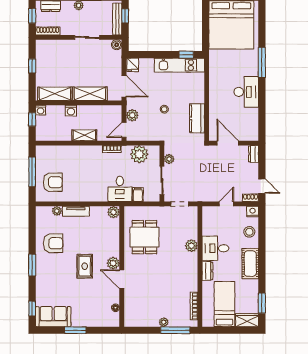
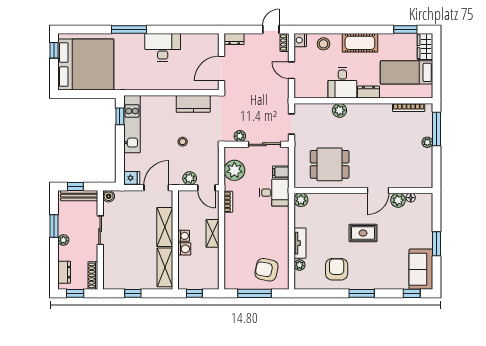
washing machine: (41, 110) -> (184, 236), moved
armchair: (53, 182) -> (266, 270), turned -79
plant: (113, 263) -> (398, 200), moved

